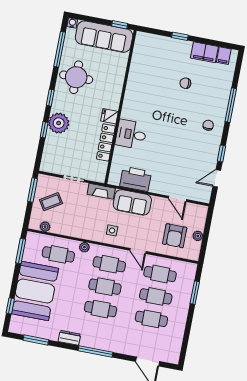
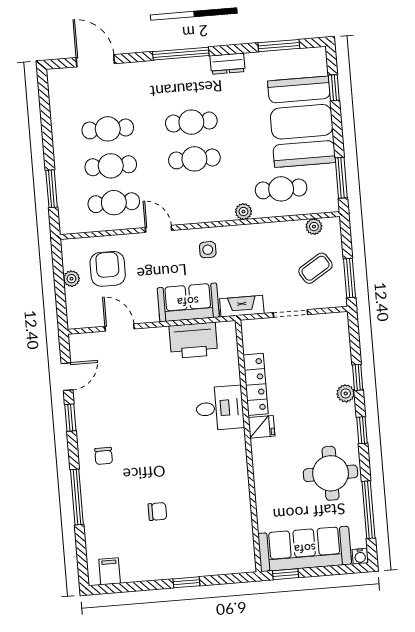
filing cabinet: (204, 52) -> (141, 568), removed
plant: (59, 123) -> (346, 393), width x0.53, depth x0.53
cafe table: (109, 264) -> (197, 196), removed

